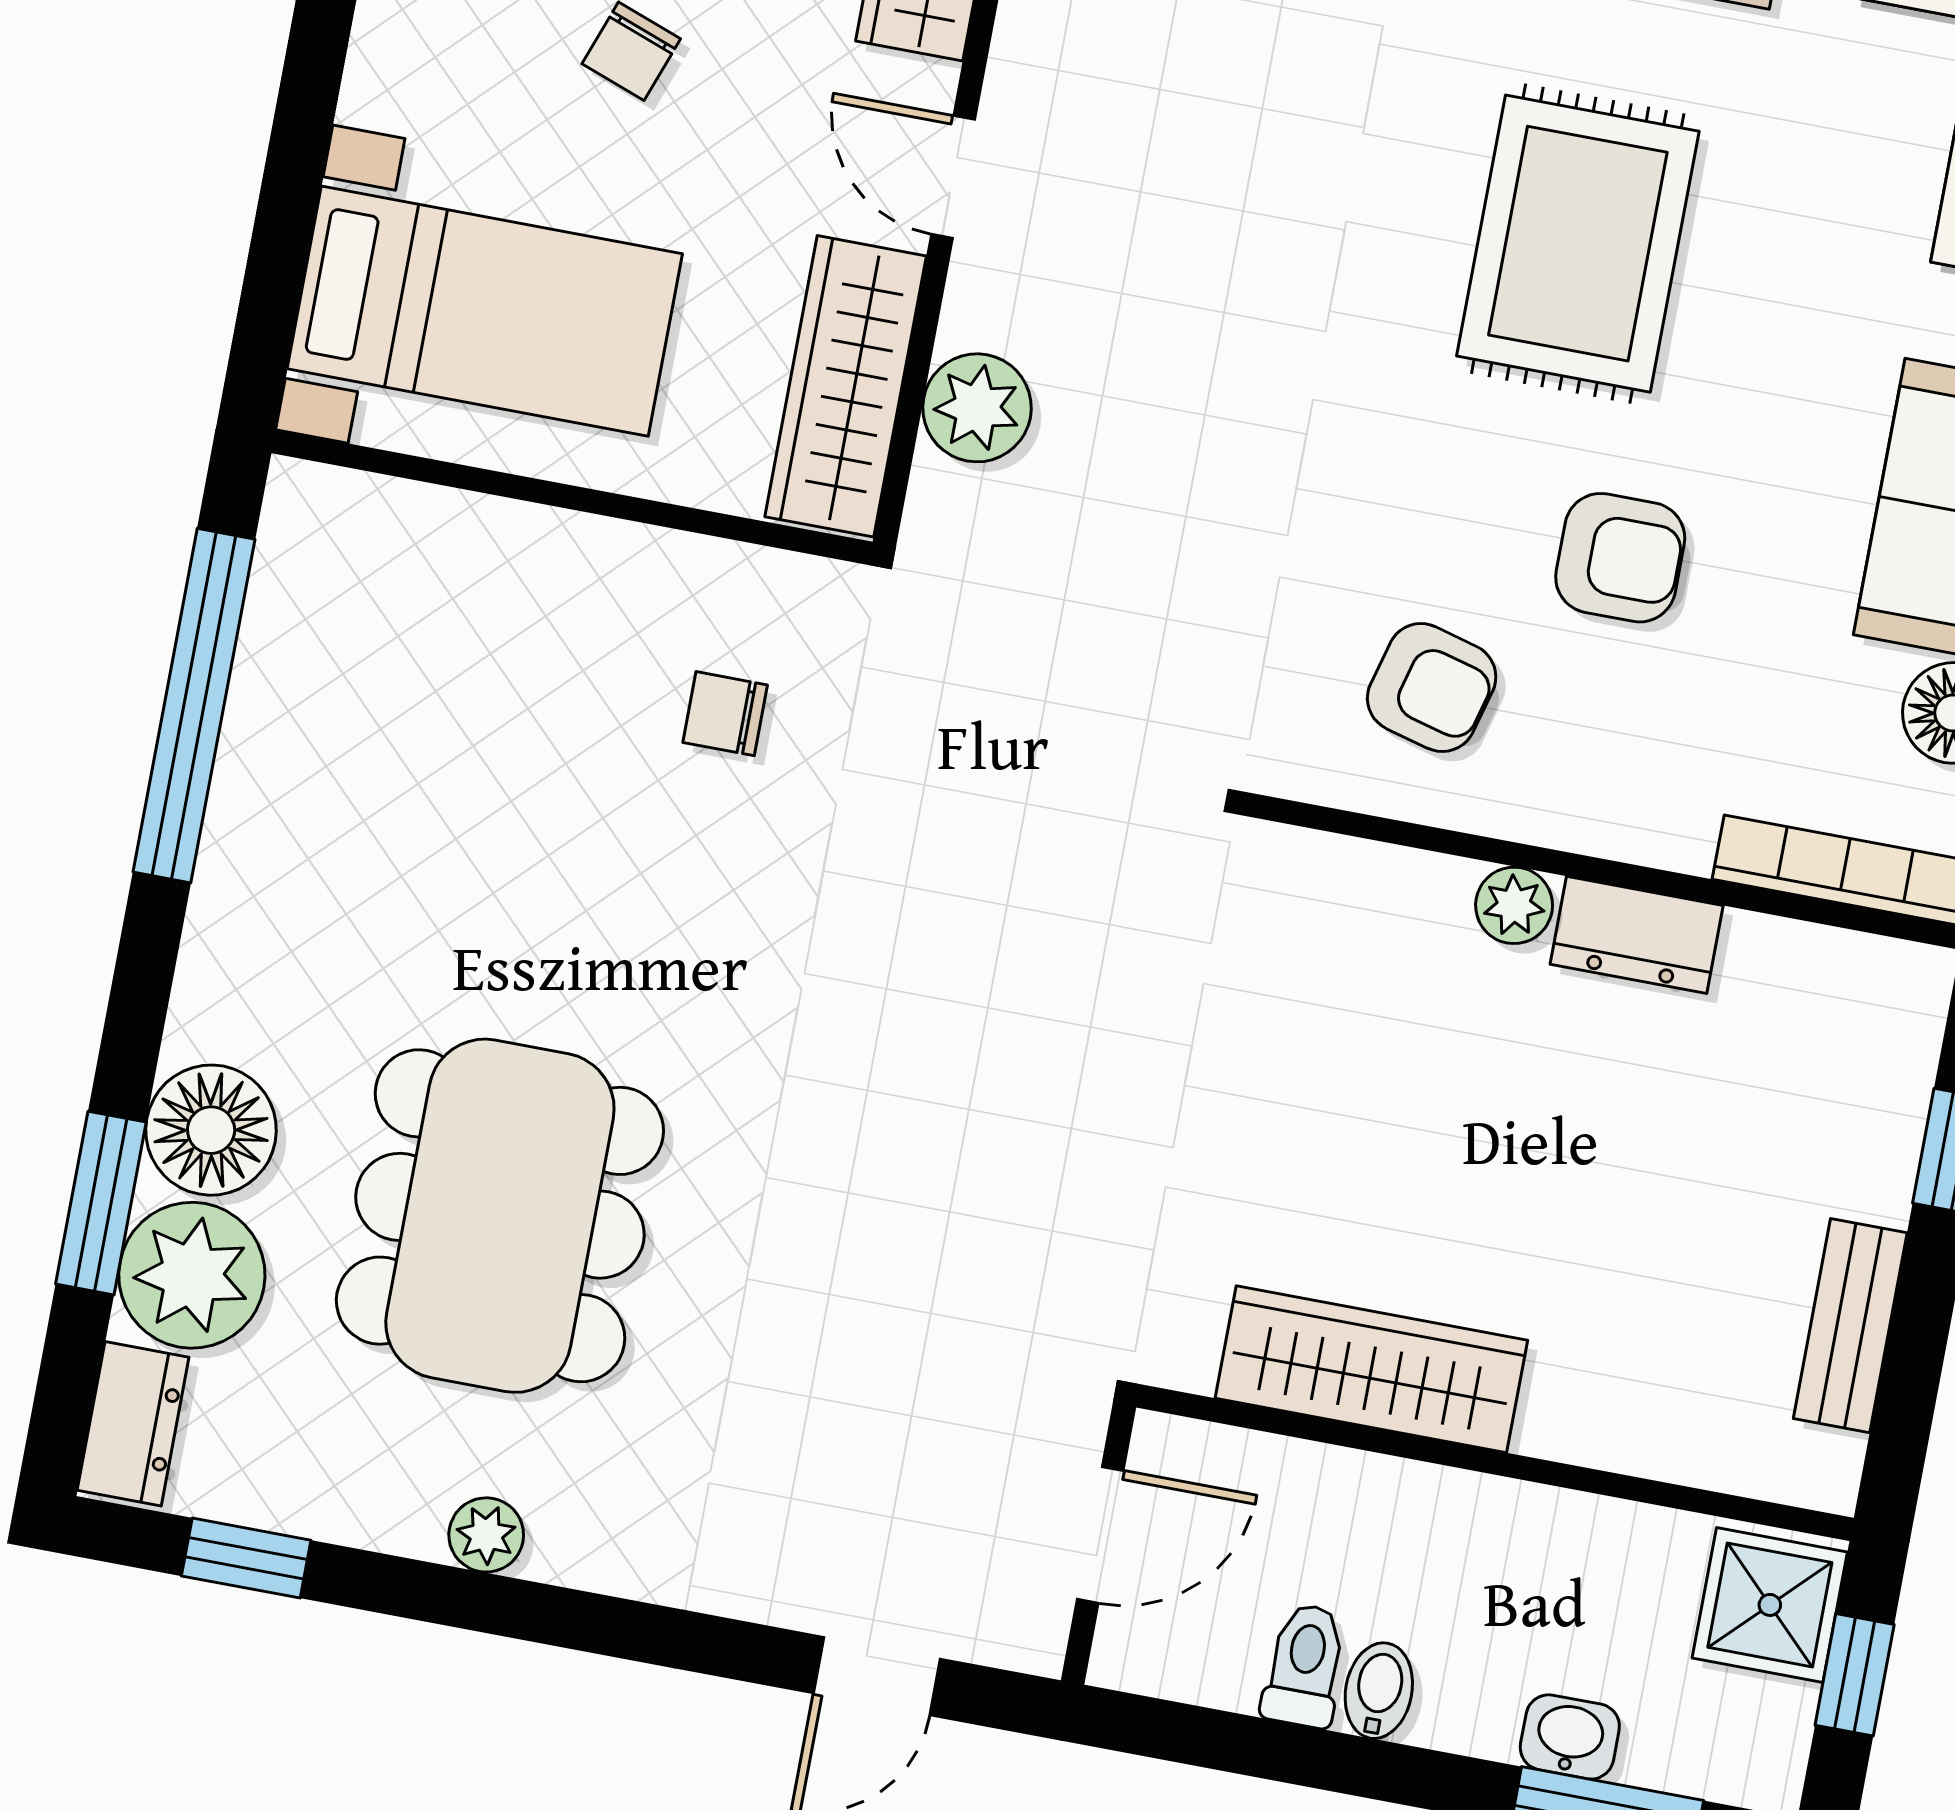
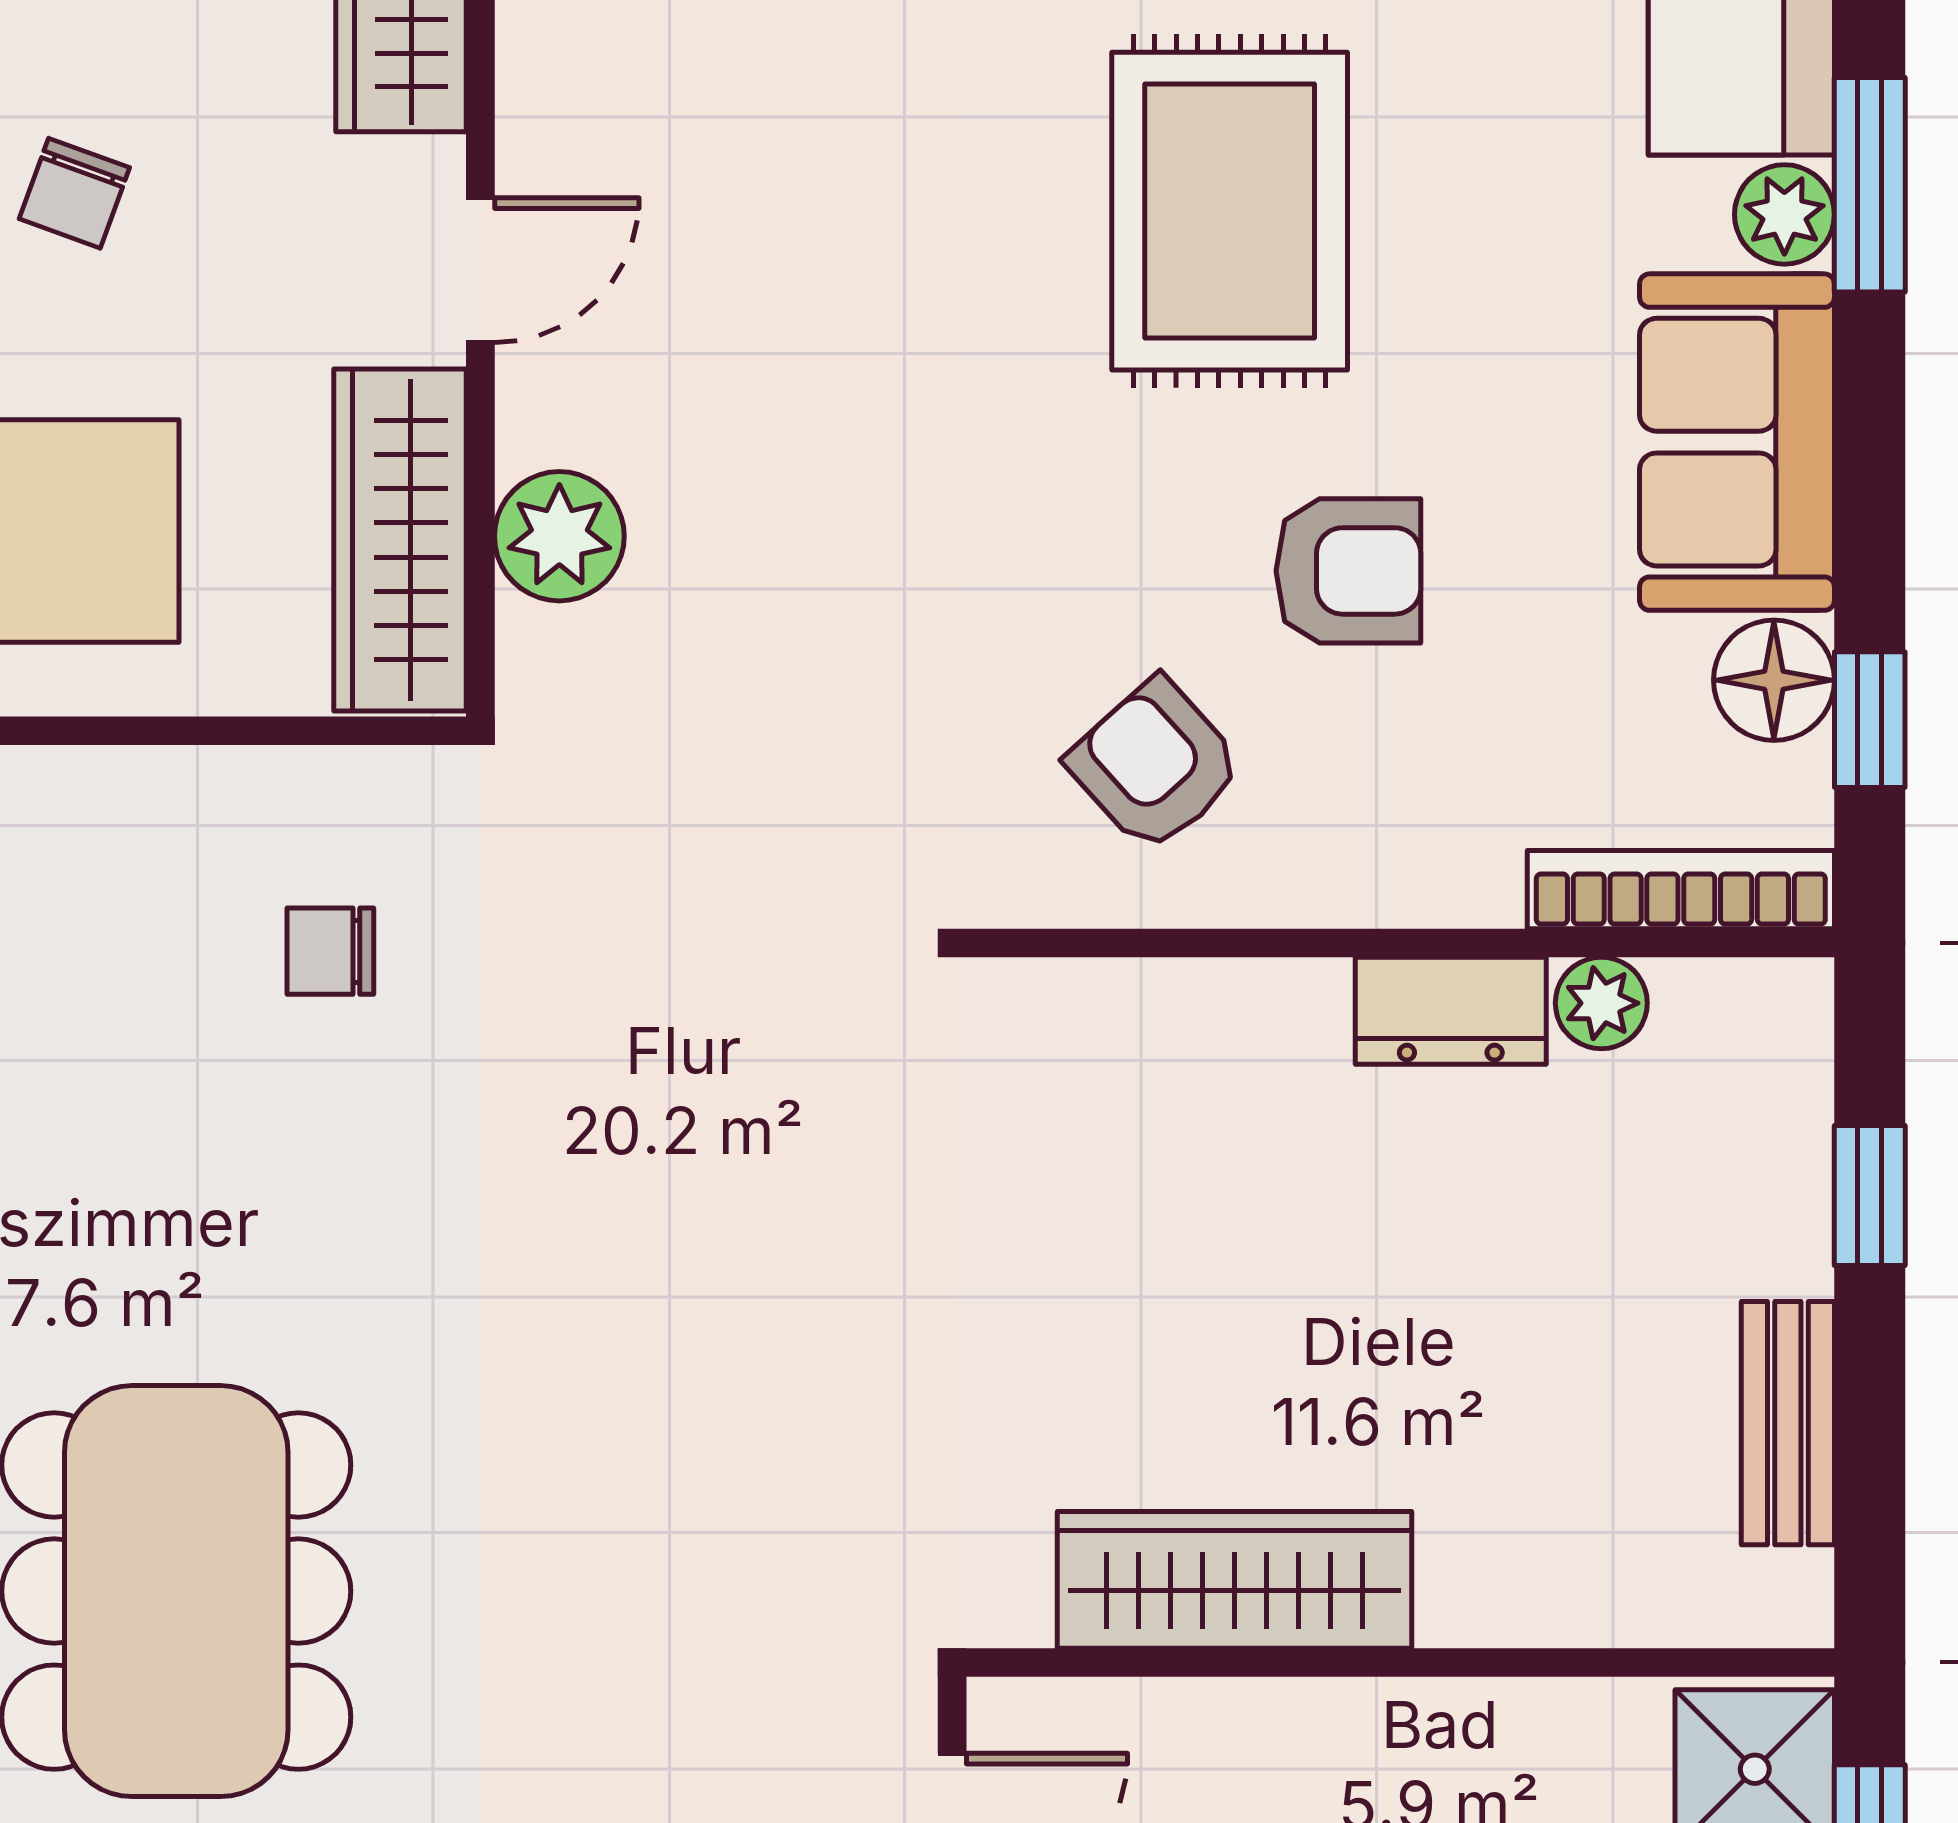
door: (953, 177) -> (480, 270), swing flipped
armchair: (1432, 688) -> (1155, 765), turned -147
plant: (1514, 905) -> (1601, 1003), moved

